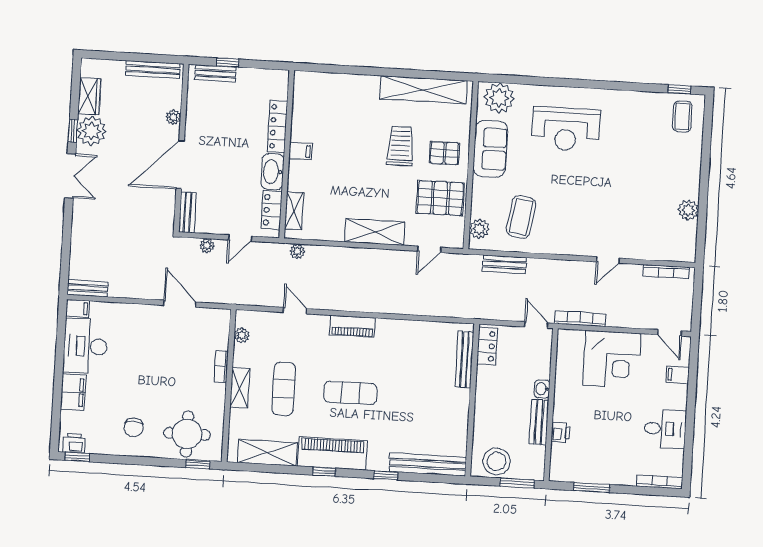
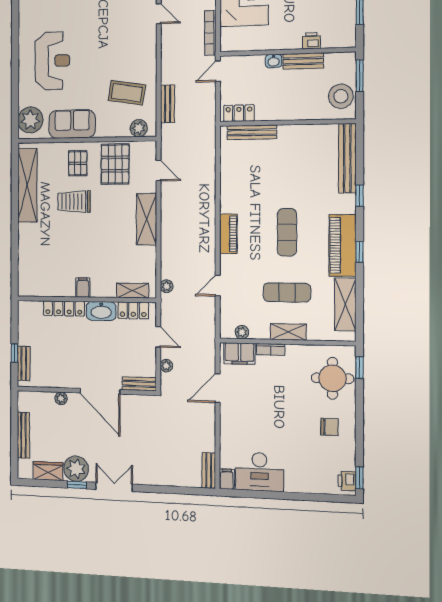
bench: (153, 69) -> (23, 435), moved
filing cabinet: (73, 392) -> (239, 354), moved, turned 180

